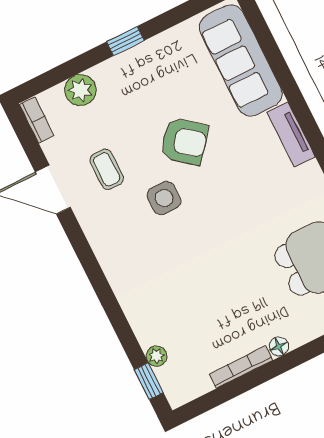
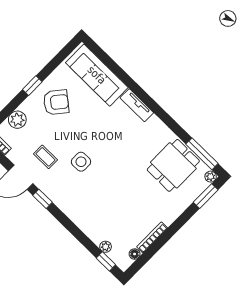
armchair: (184, 141) -> (56, 102), moved
window: (77, 239) -> (43, 199), added
floor lamp: (279, 346) -> (135, 254), moved

